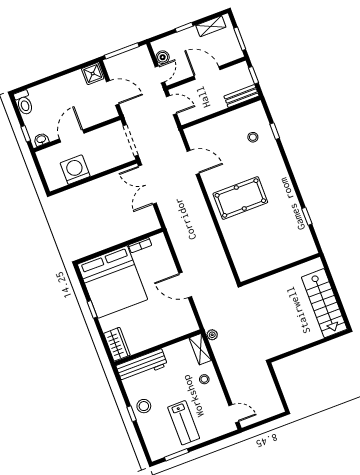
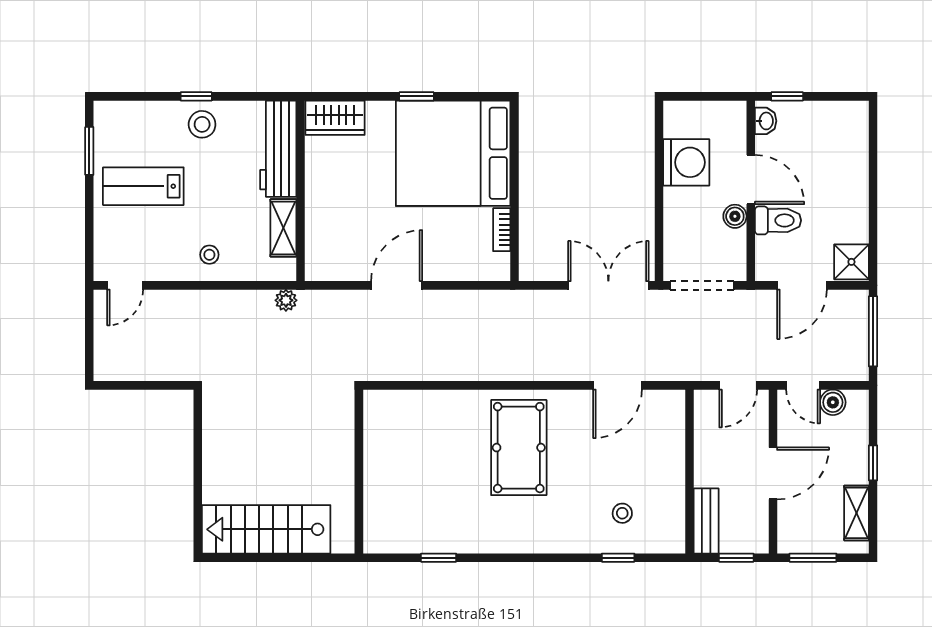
toilet: (24, 103) -> (778, 220), moved, turned 180
boiler: (92, 137) -> (735, 216), added
shelving: (200, 349) -> (283, 228), moved, turned 90

